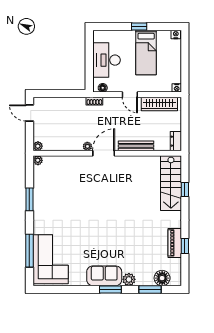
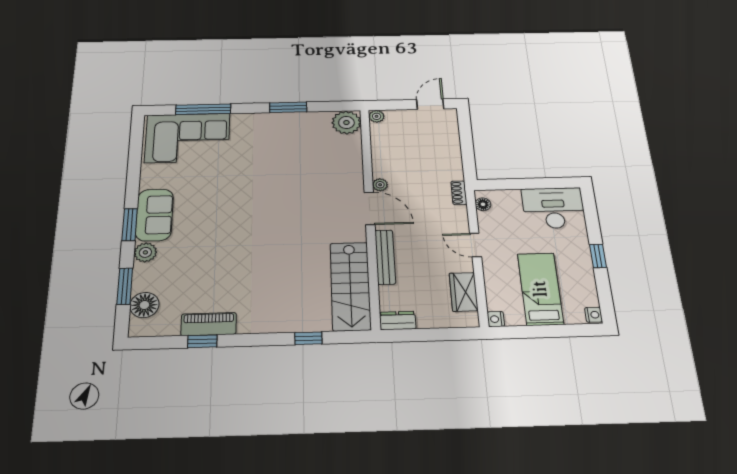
bed: (146, 53) -> (540, 289), moved, turned 90
desk: (106, 60) -> (553, 208), moved
door: (130, 95) -> (475, 245), hinge flipped
wardrobe: (159, 104) -> (464, 292), width x0.67
plant: (38, 160) -> (346, 123), width x1.87, depth x1.87
stairs: (171, 183) -> (350, 286), moved, turned -90

